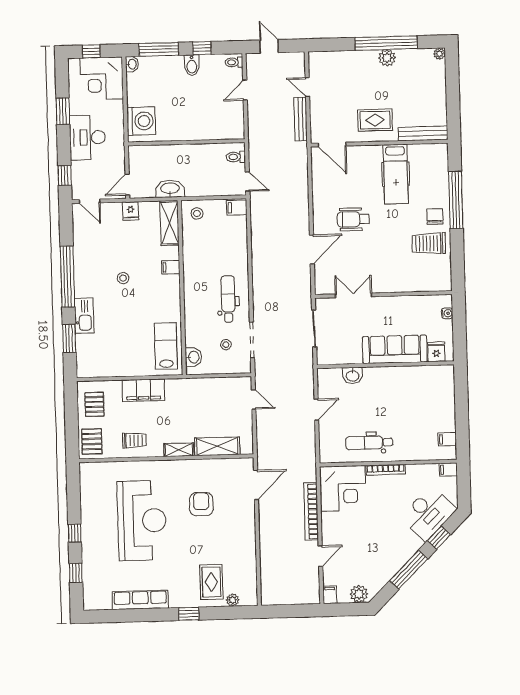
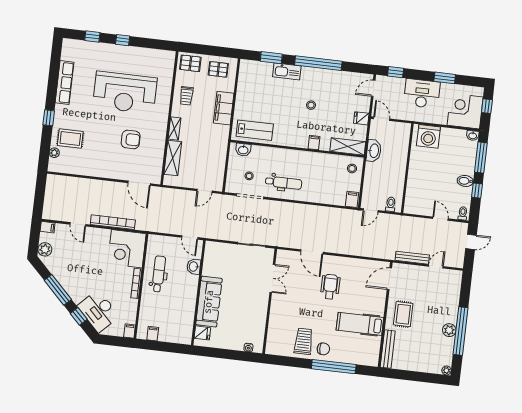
sofa: (395, 349) -> (209, 302), moved
fridge: (436, 352) -> (202, 333), moved
wall: (385, 365) -> (198, 293), moved
washbasin: (352, 376) -> (194, 267), moved

